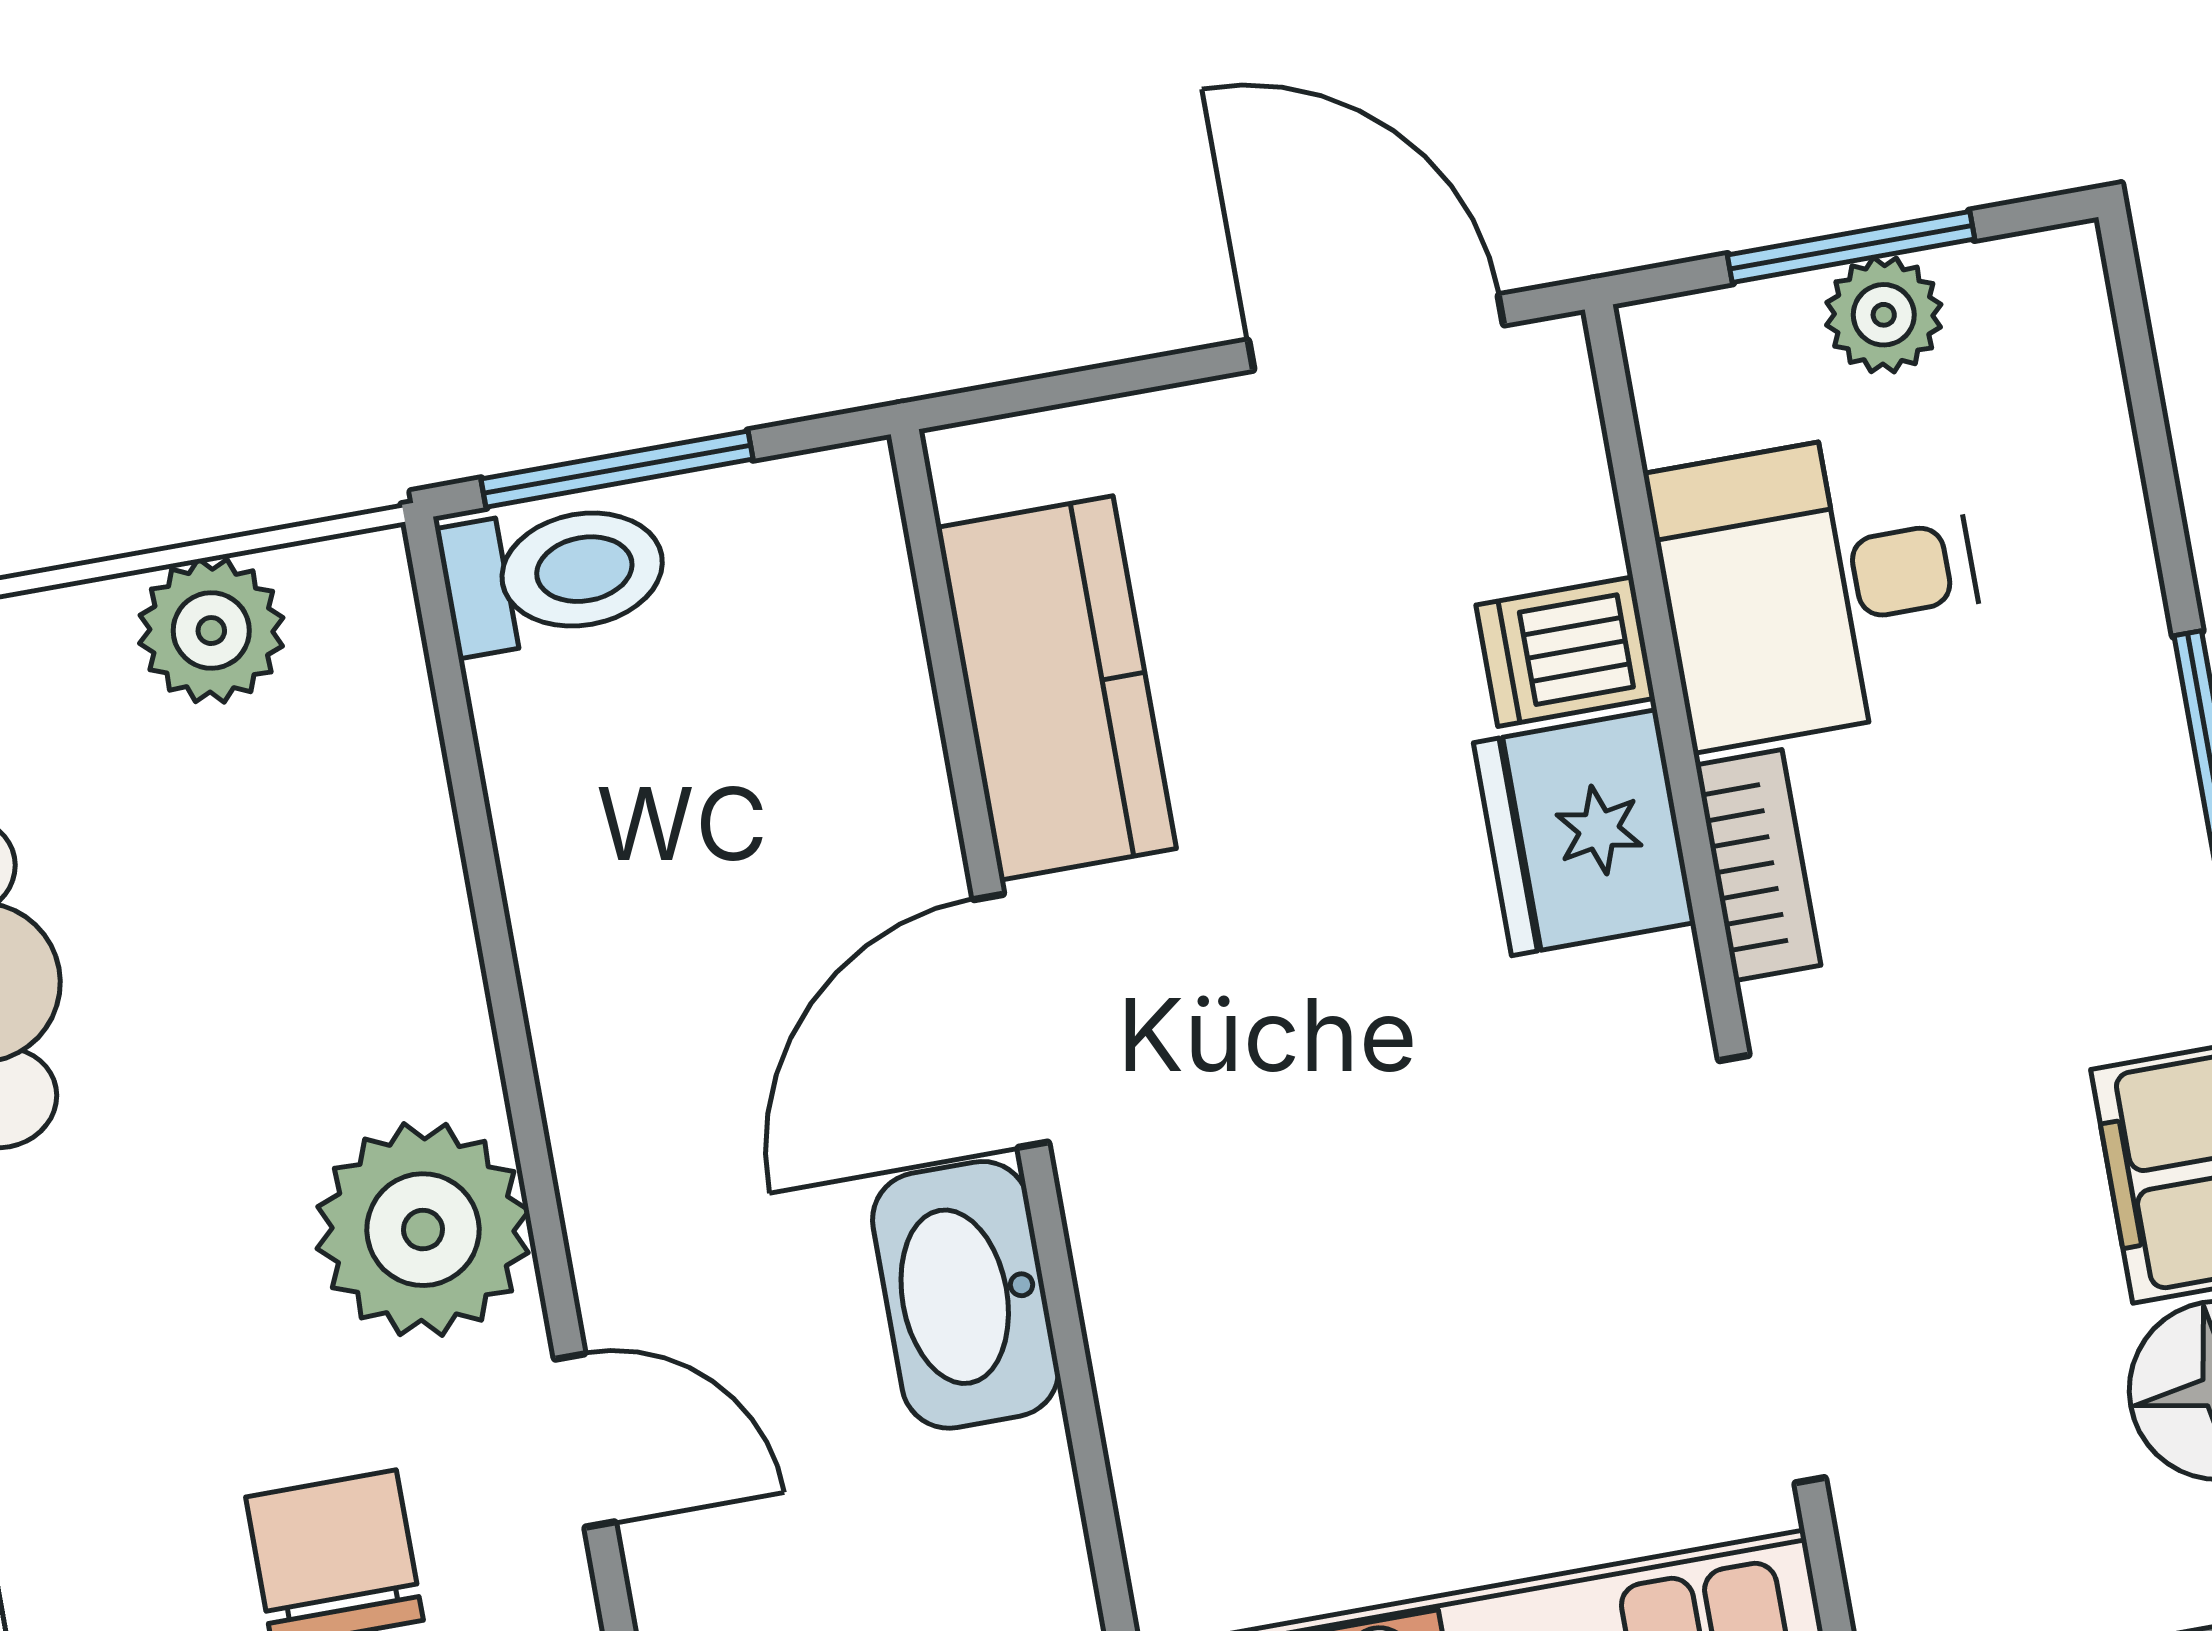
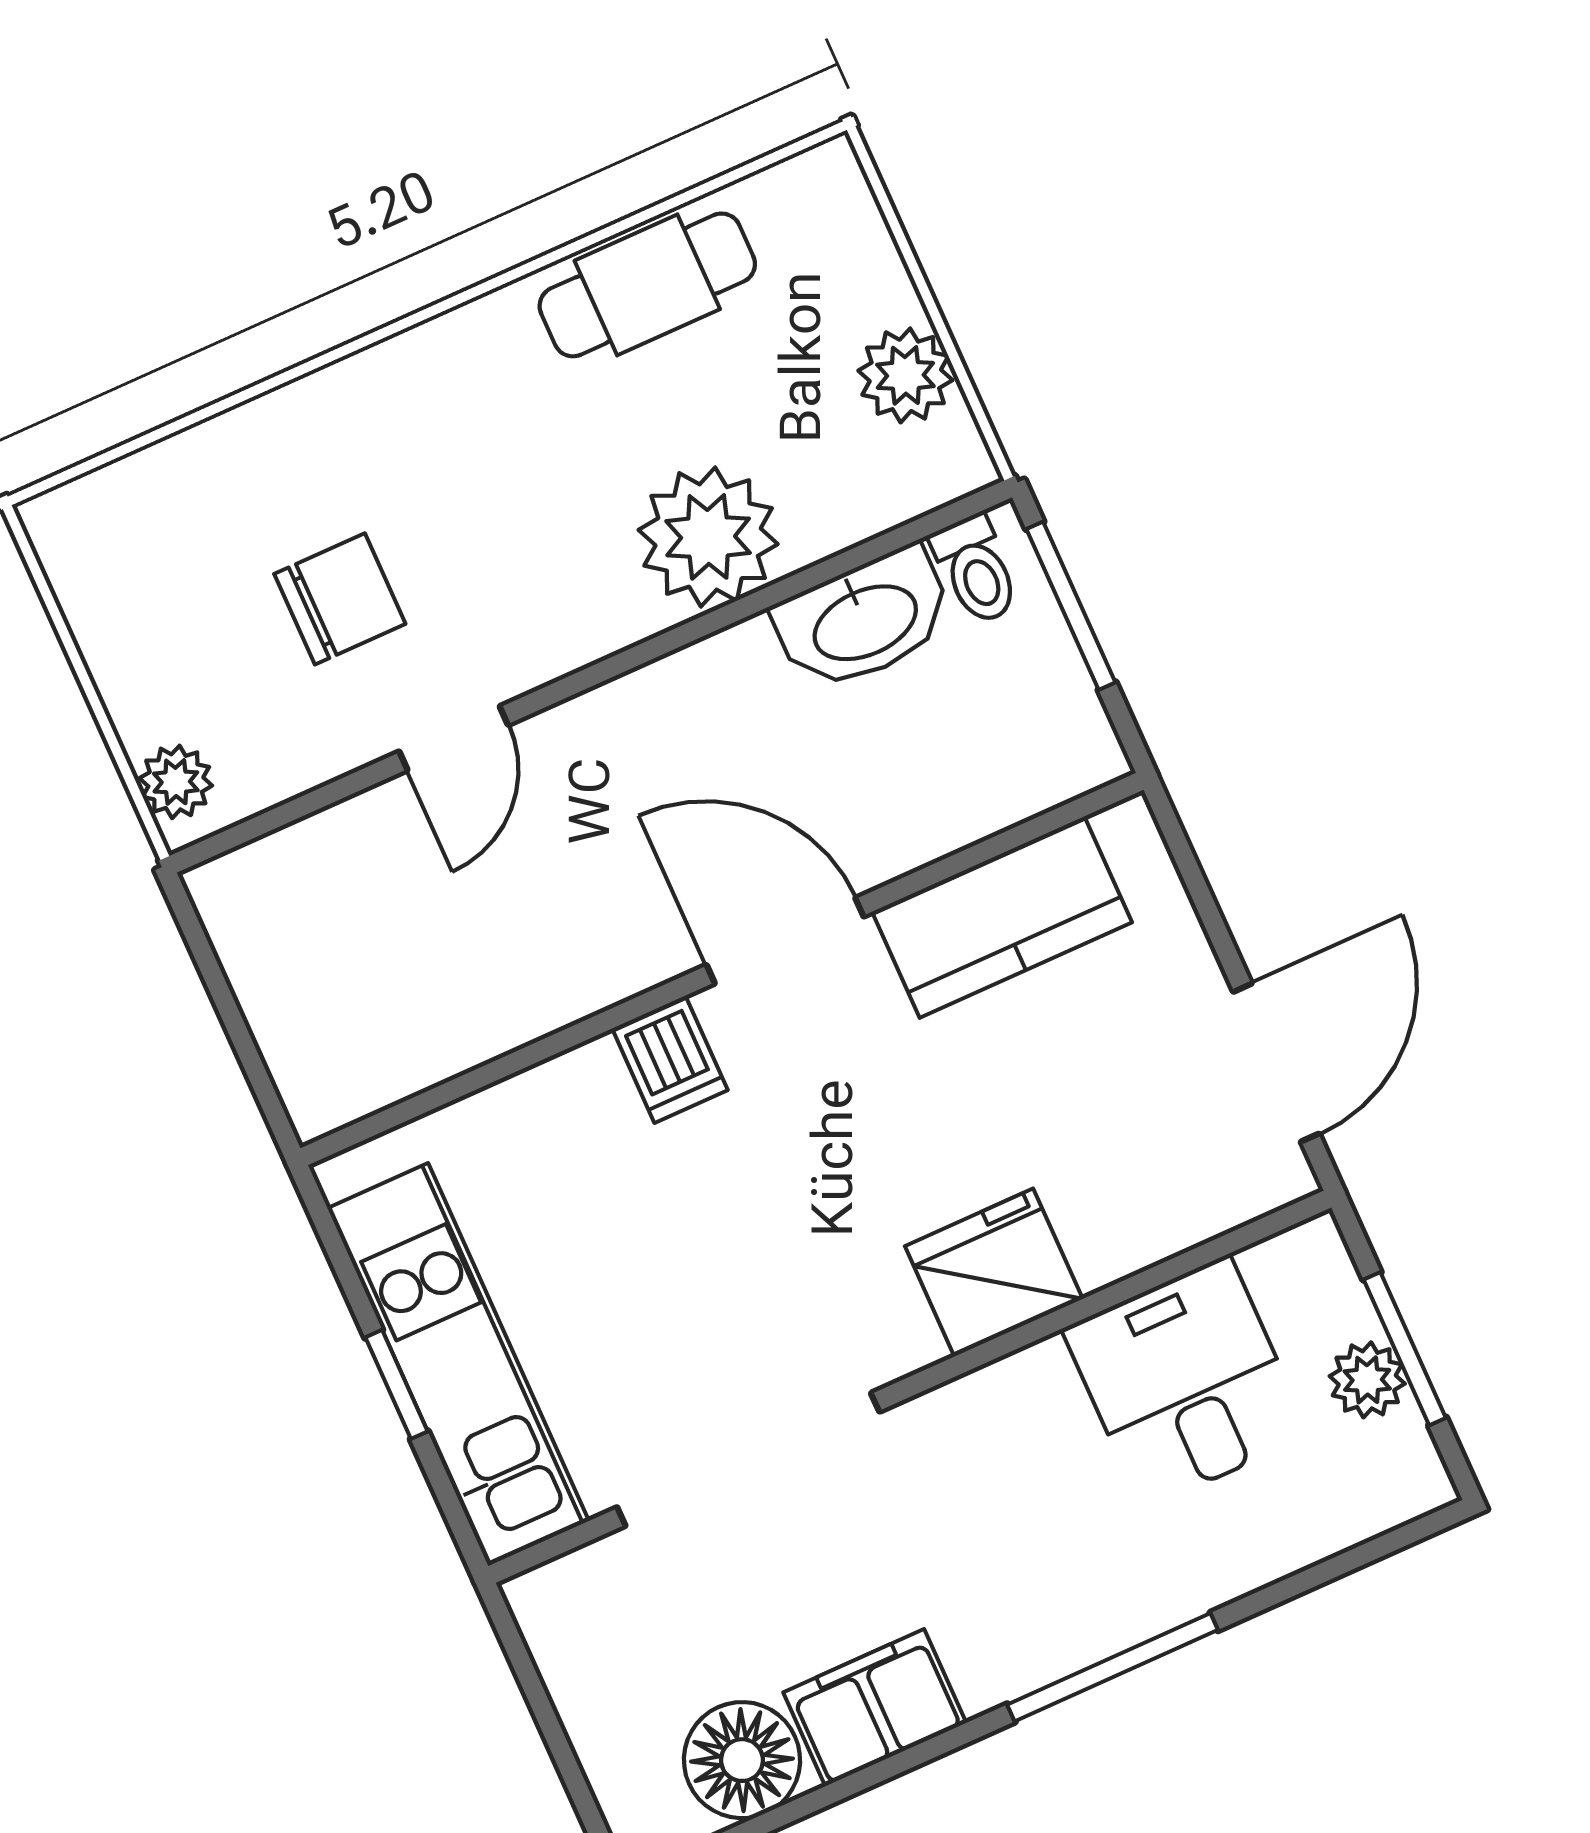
toilet: (554, 575) -> (976, 570), width x0.73, depth x0.72
dishwasher: (1565, 652) -> (670, 1059), moved, turned 180
bookcase: (1758, 865) -> (1001, 1387), removed
plant: (423, 1230) -> (708, 537), moved
washbasin: (966, 1295) -> (864, 620), moved, turned 180

